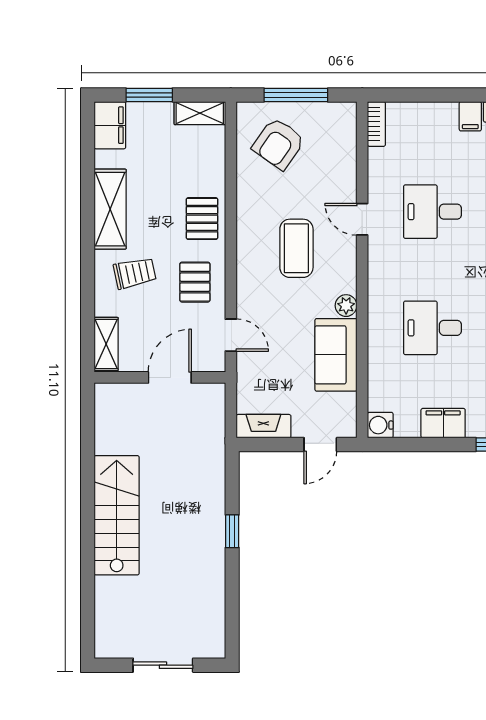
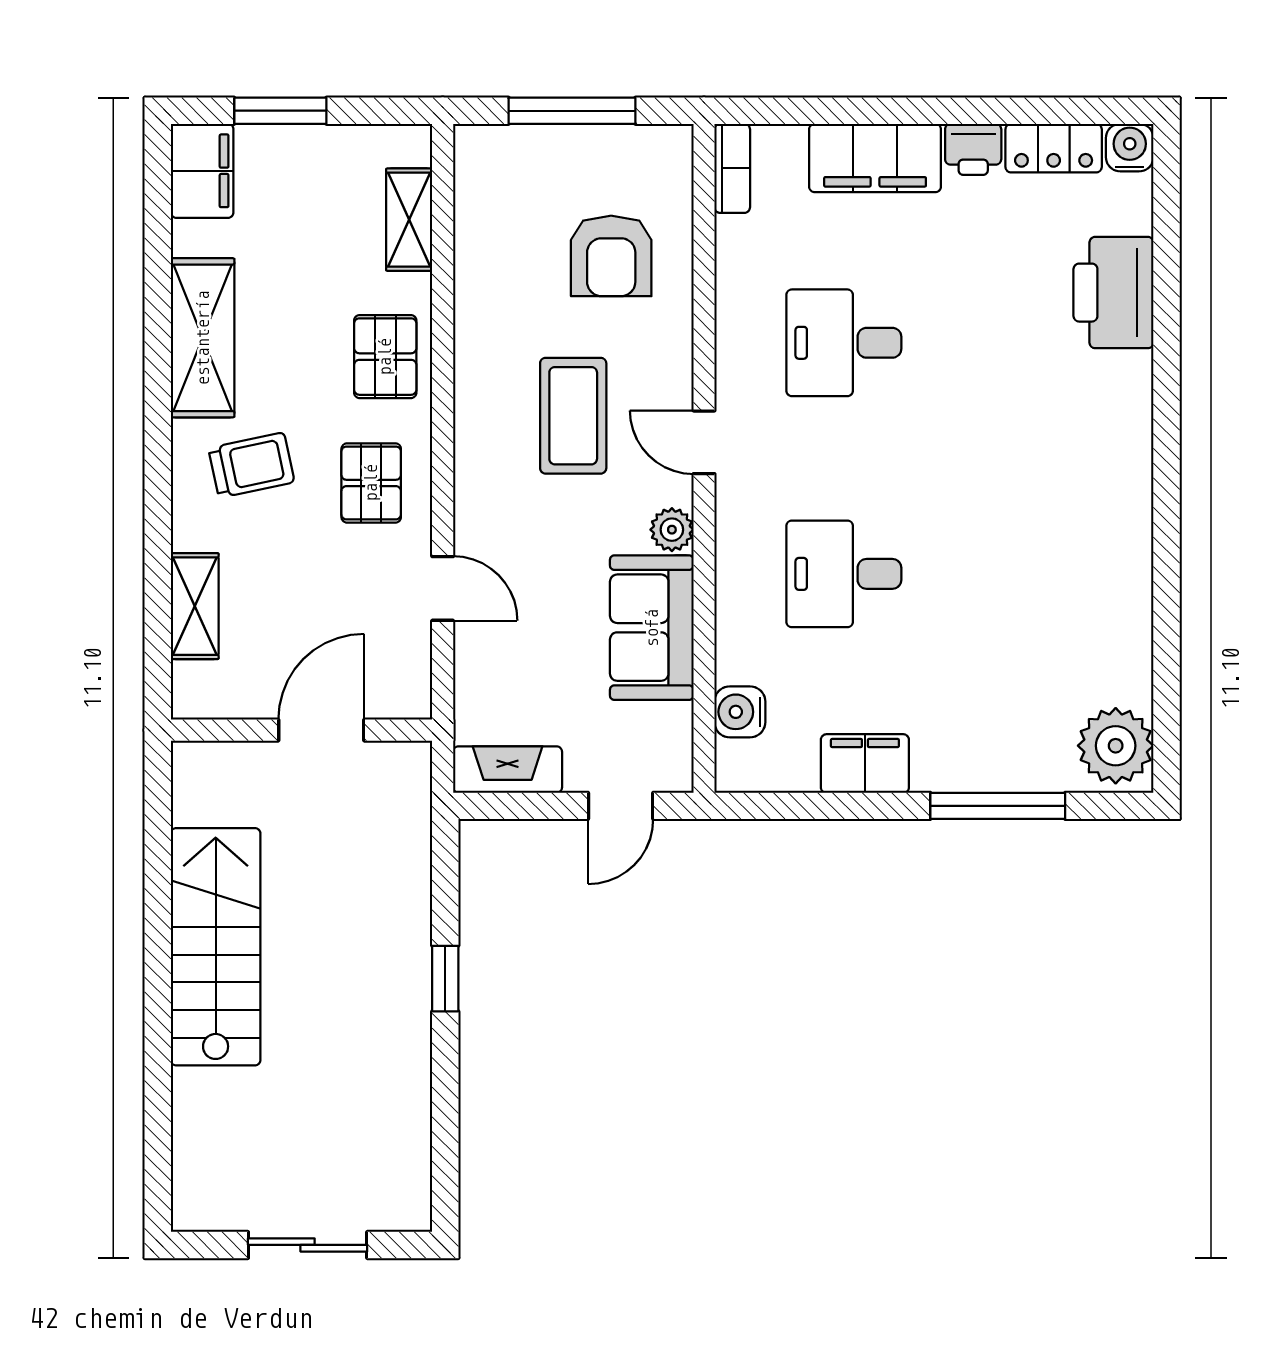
shelving: (200, 113) -> (409, 220), moved, turned 90
filing cabinet: (470, 116) -> (875, 158), width x3.00, depth x1.17
armchair: (278, 144) -> (611, 256), moved, turned -35
door: (362, 219) -> (704, 442), moved
wall: (160, 377) -> (301, 730), moved
door: (170, 377) -> (321, 730), moved
water cooler: (380, 425) -> (740, 712), moved

